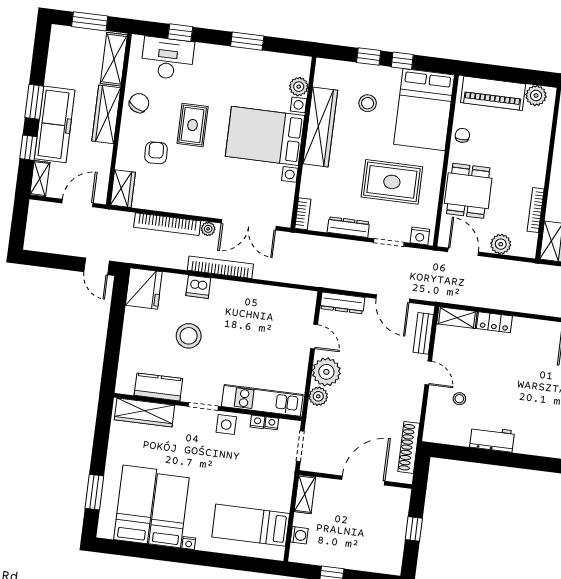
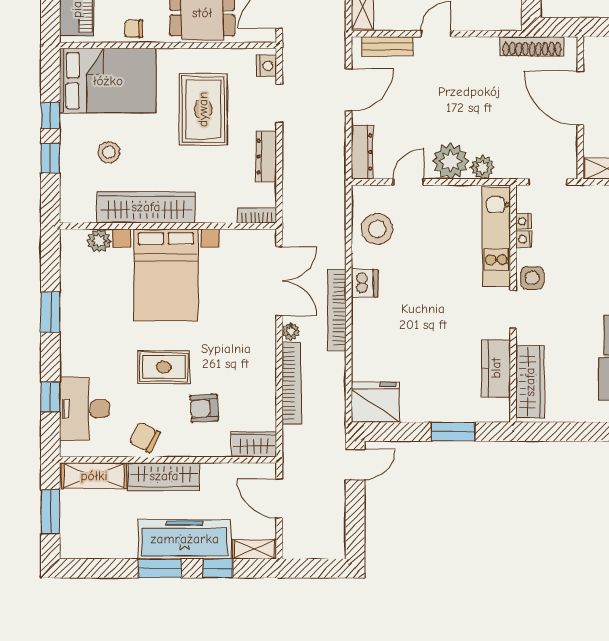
dishwasher: (198, 287) -> (365, 283), moved
stool: (189, 336) -> (377, 229), moved
window: (113, 347) -> (453, 432), added

